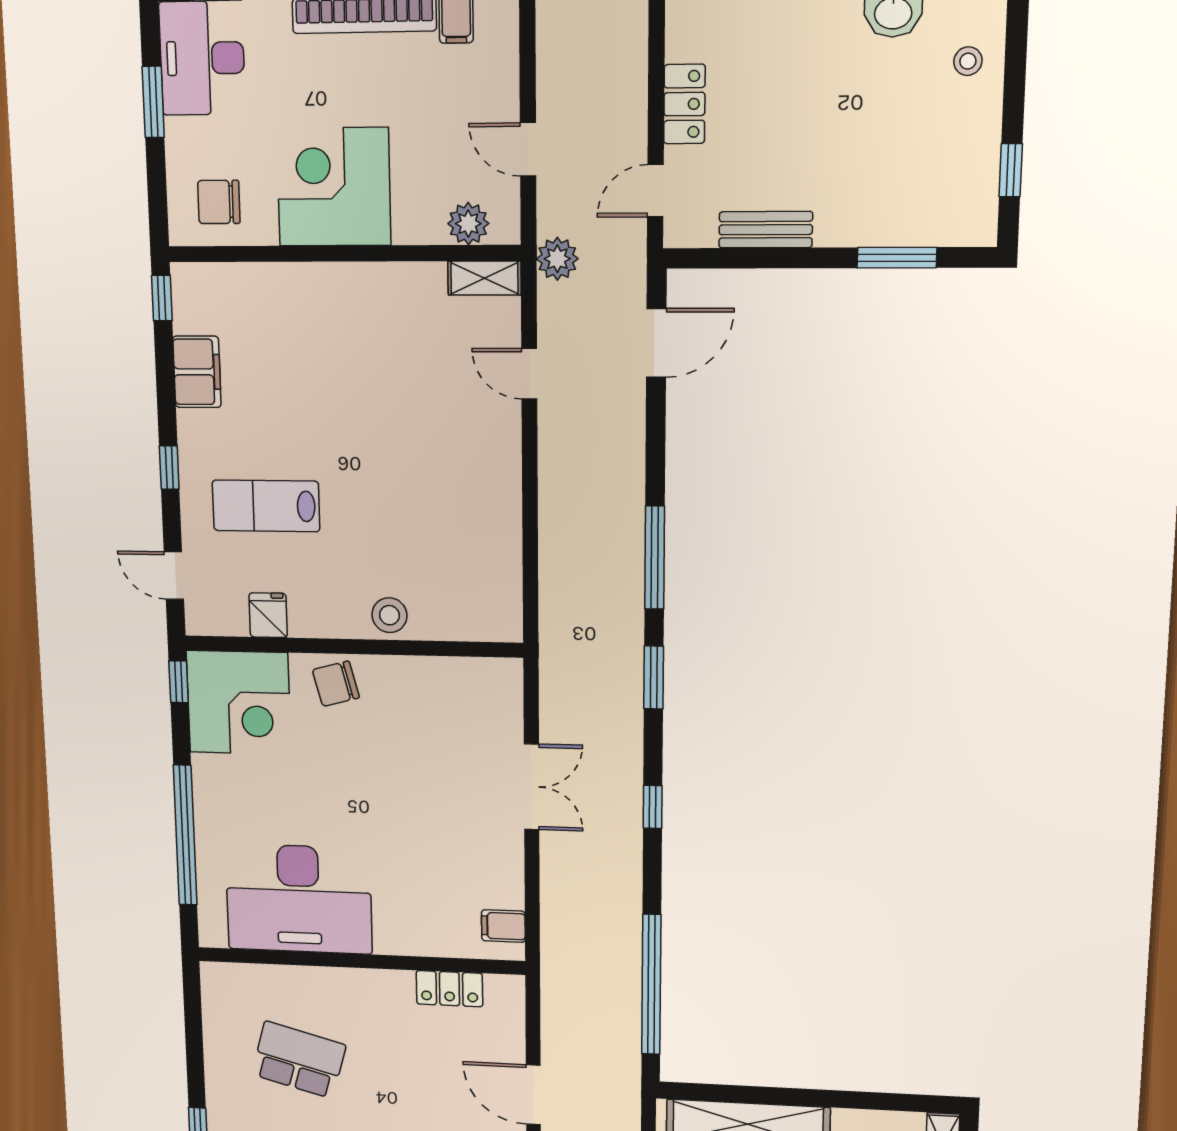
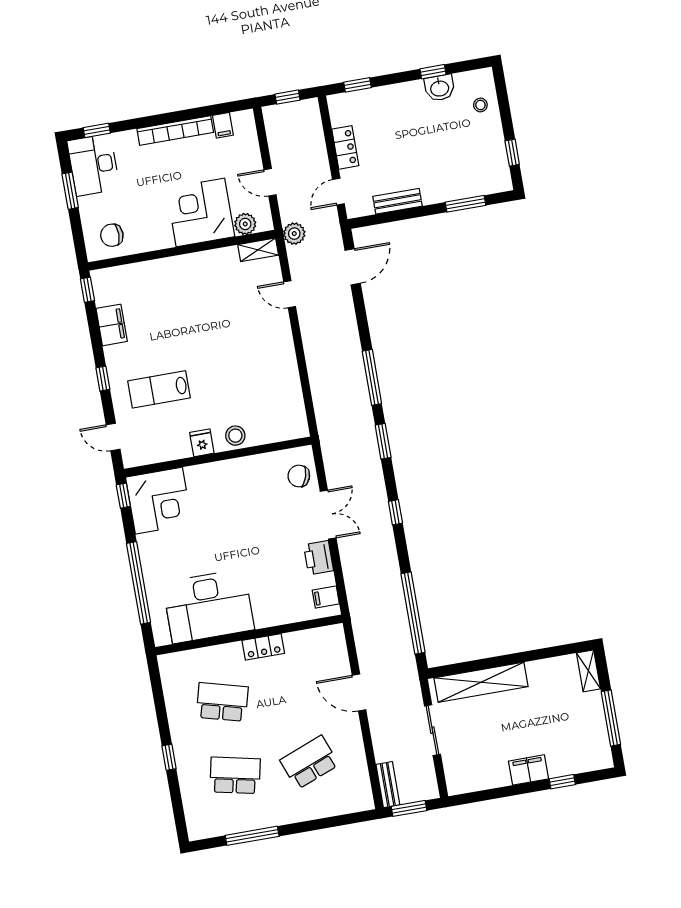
corner desk: (334, 187) -> (200, 212), moved
fridge: (268, 615) -> (202, 443), moved
chair: (336, 684) -> (299, 476), moved, turned 33
printer: (502, 857) -> (319, 558), added
locker: (449, 989) -> (263, 647), moved

